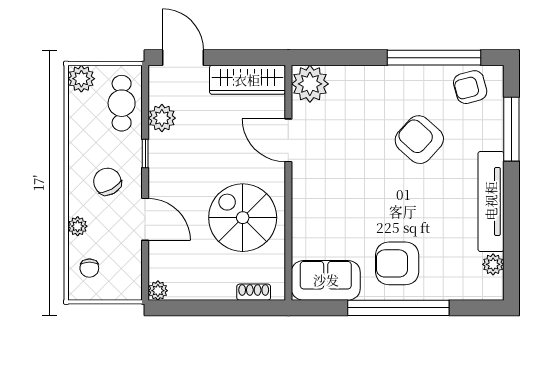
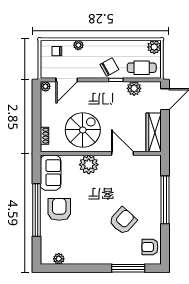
window: (434, 58) -> (165, 200), moved
plant: (310, 84) -> (89, 165), moved
armchair: (470, 87) -> (150, 247), turned -75
door: (288, 140) -> (122, 153), hinge flipped
chair: (107, 182) -> (109, 67), moved
tv unit: (491, 201) -> (91, 258), removed
door: (145, 219) -> (67, 80), moved

